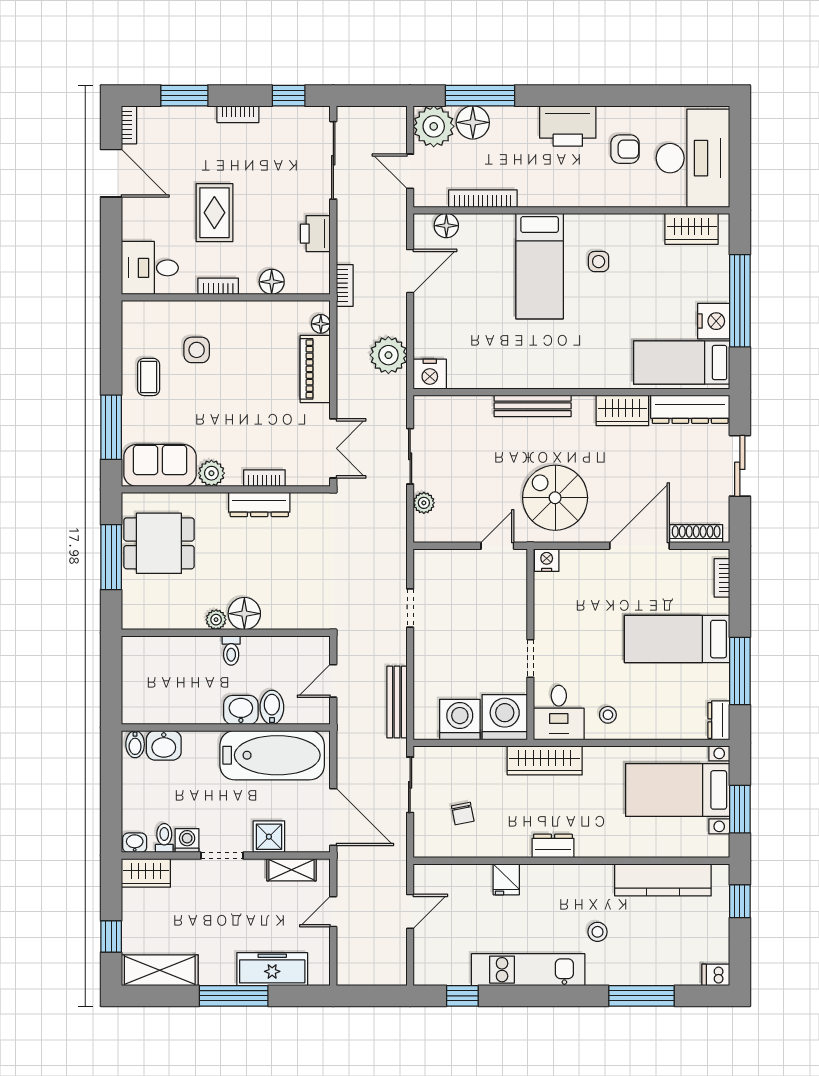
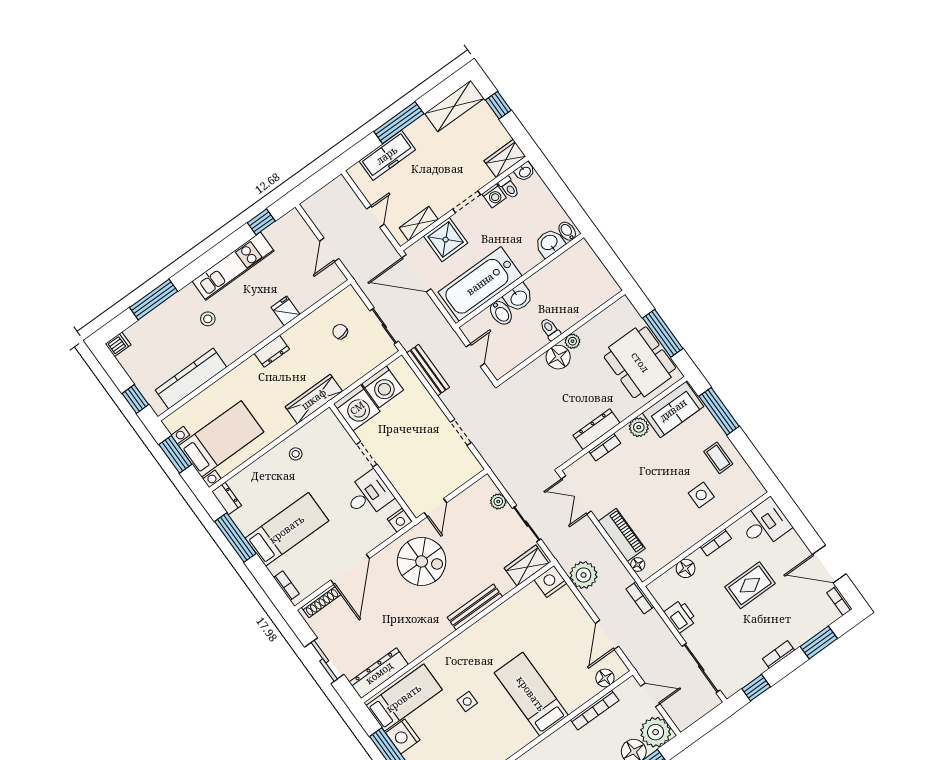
rug: (214, 213) -> (750, 585), turned 90
side table: (599, 262) -> (467, 702), moved
wardrobe: (622, 410) -> (526, 566), moved
dining table: (159, 543) -> (640, 362), width x1.38
desk: (559, 713) -> (368, 495), moved, turned 90
shower: (269, 837) -> (446, 240), width x1.36, depth x1.36

